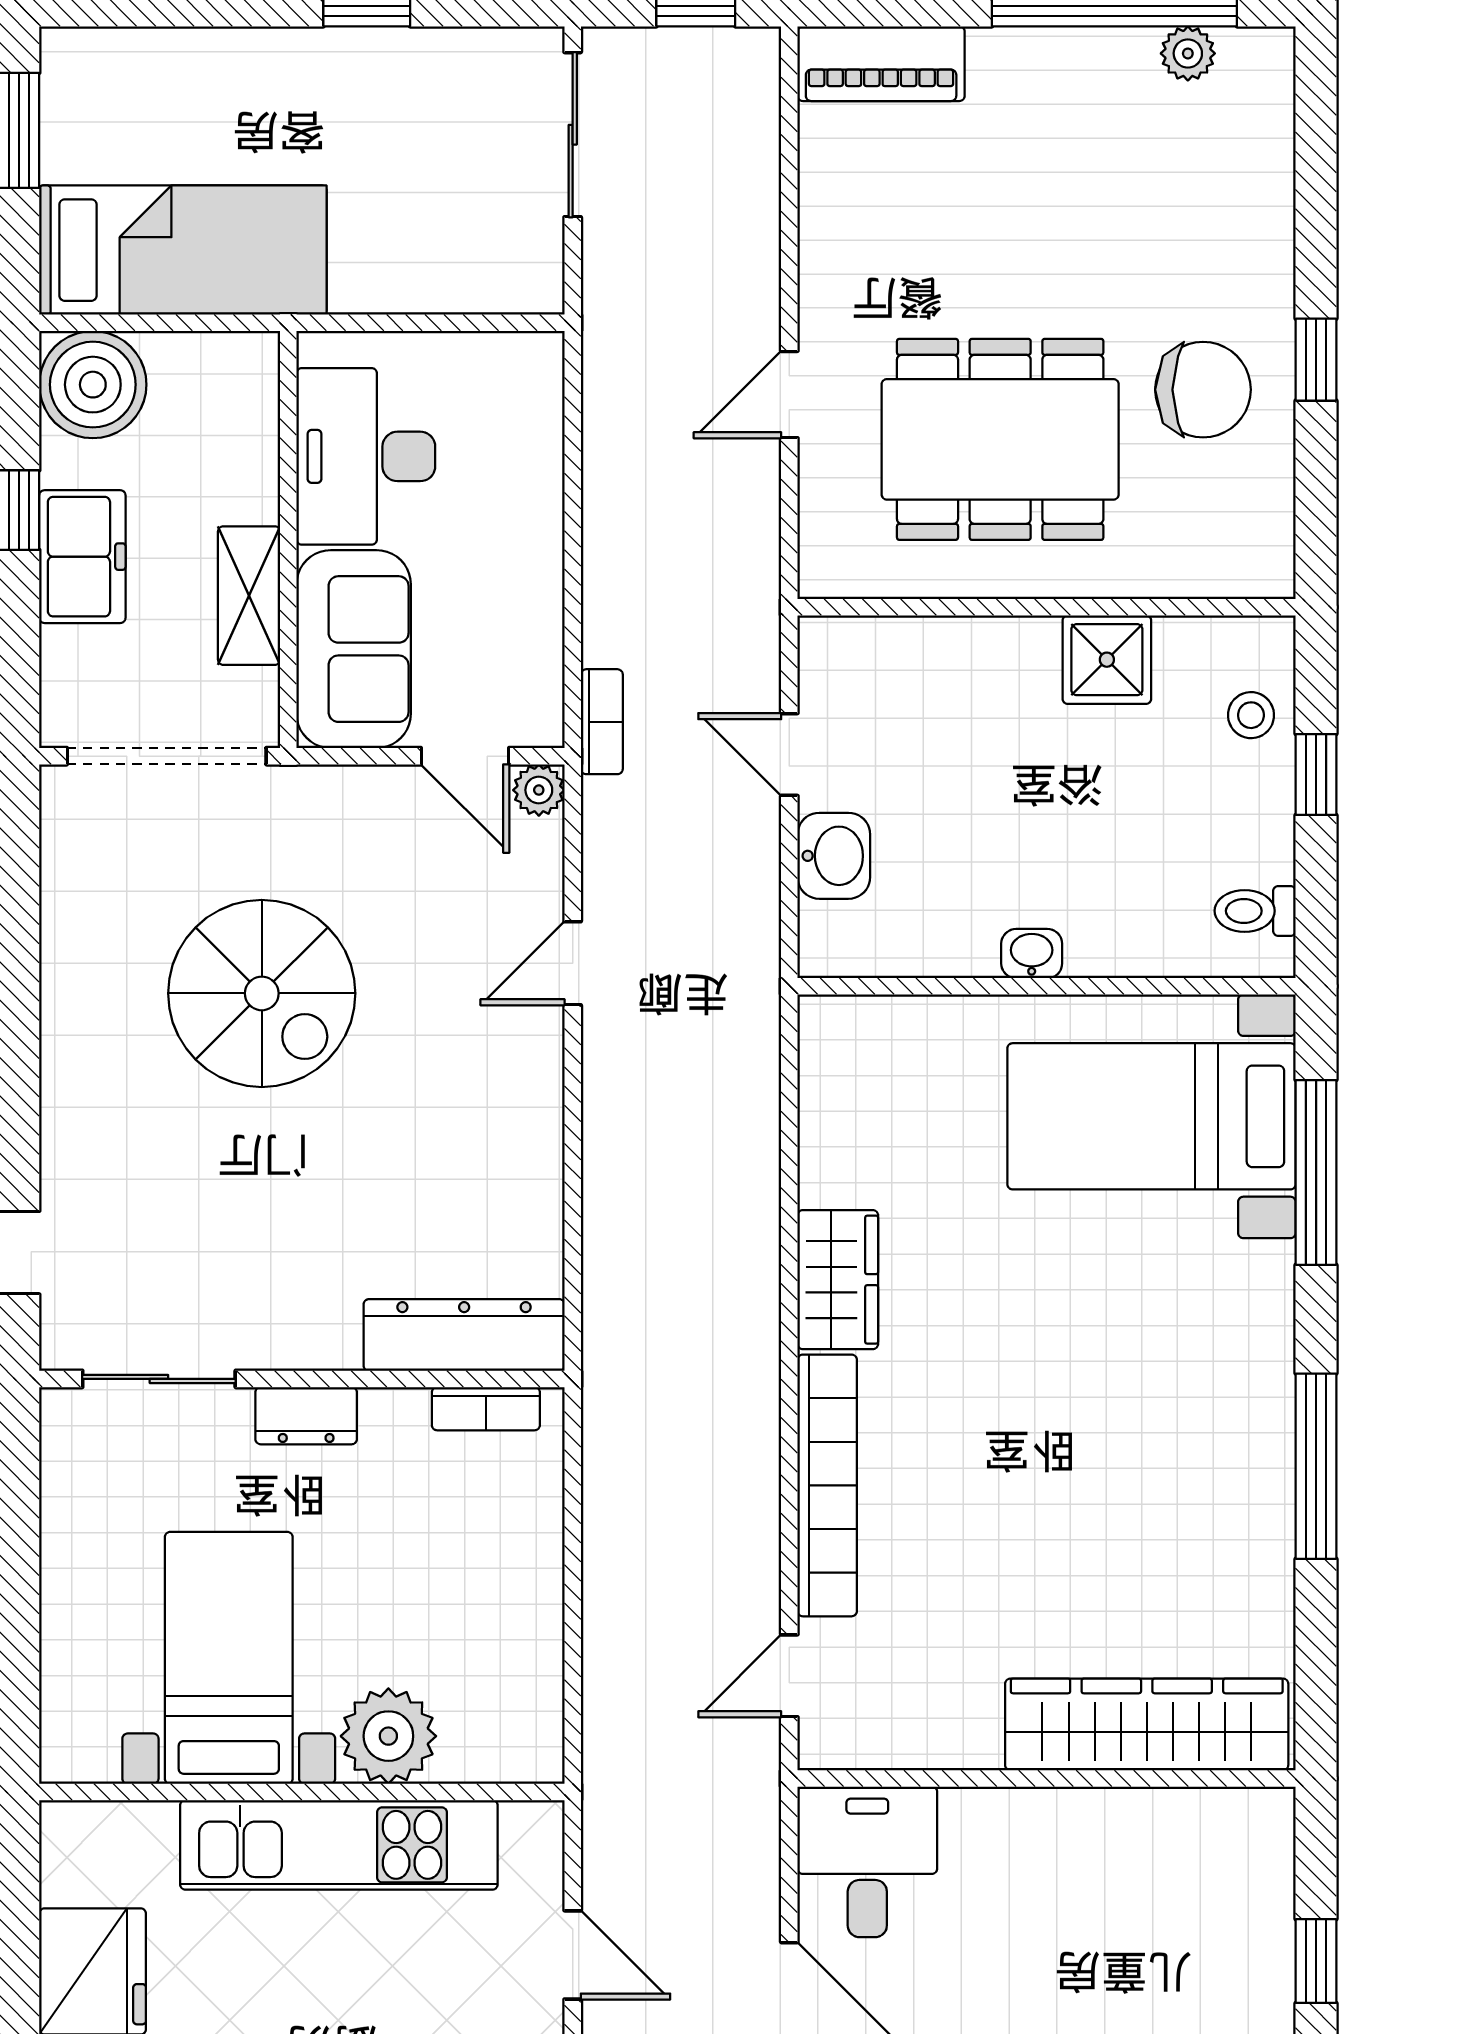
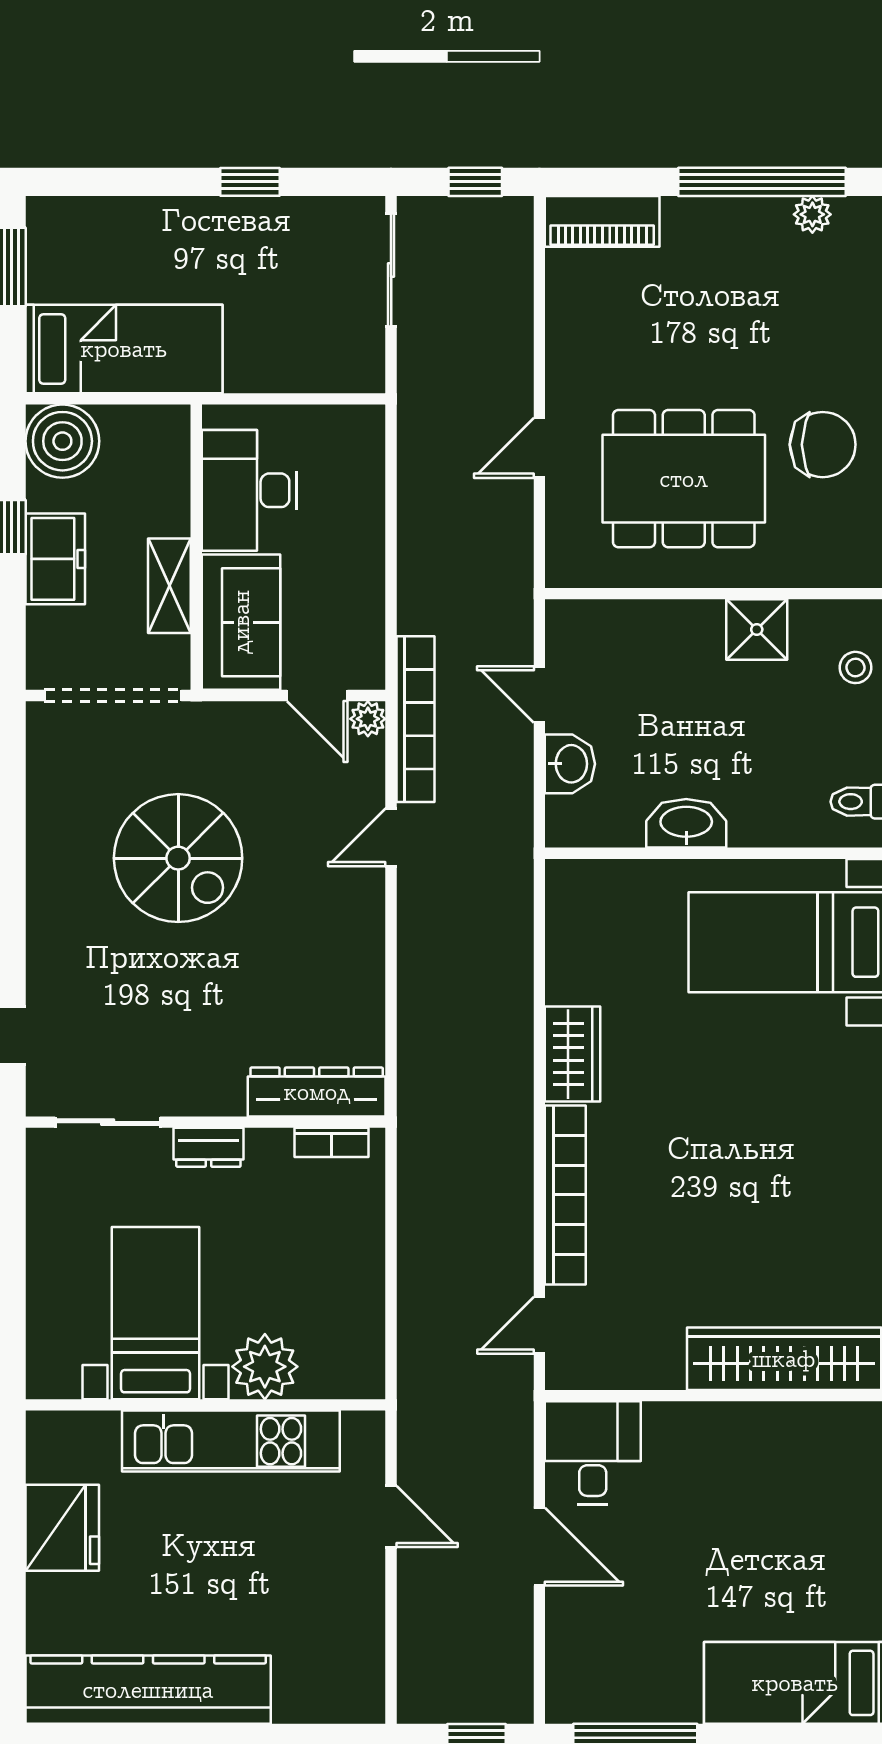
bookcase: (602, 722) -> (415, 719), width x2.31, depth x1.31
washbasin: (1032, 954) -> (686, 823), width x1.91, depth x1.45

